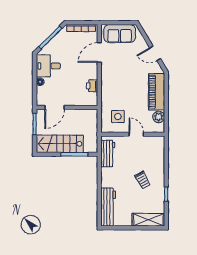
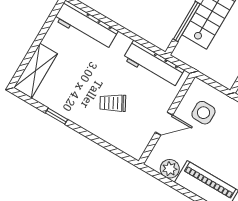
workbench: (108, 154) -> (154, 64), width x1.38
trolley: (143, 180) -> (113, 103), moved

